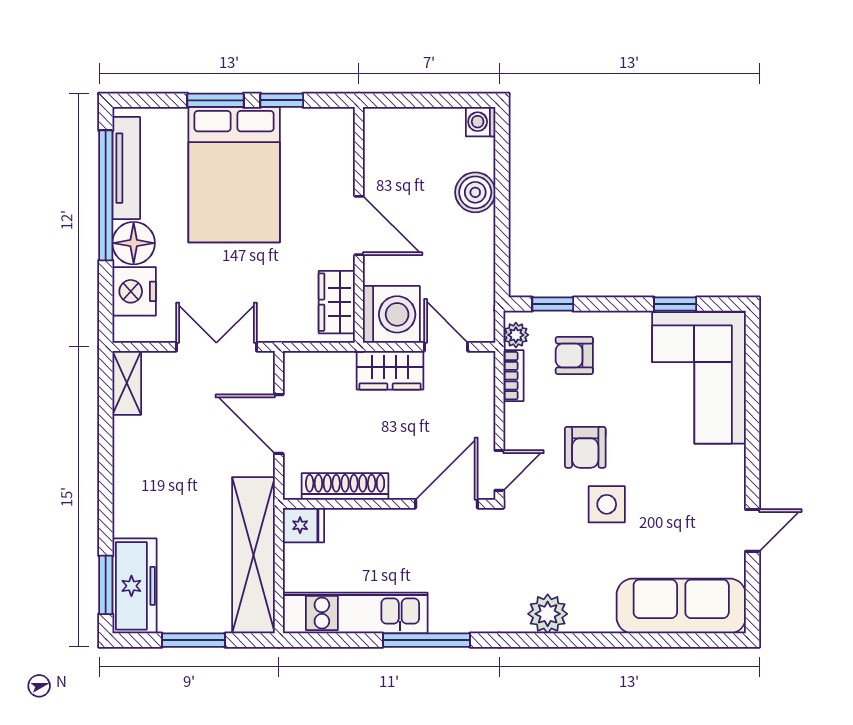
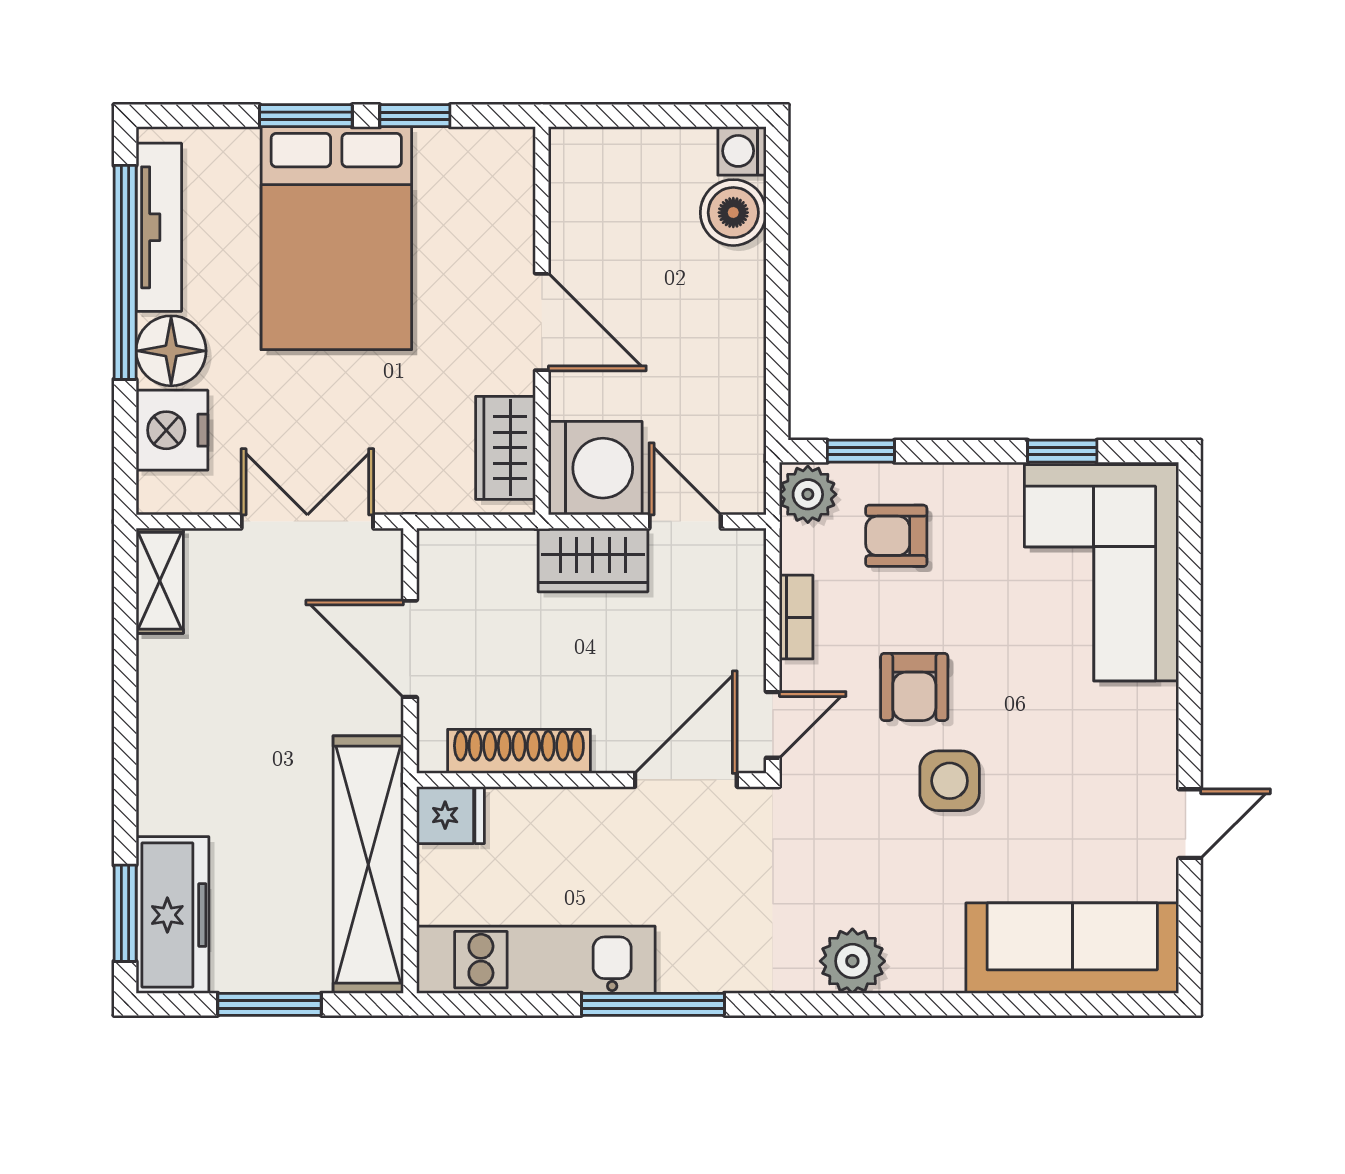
boiler: (475, 192) -> (733, 213), moved
plant: (516, 335) -> (808, 494), width x1.38, depth x1.38
bookcase: (513, 376) -> (796, 617), moved

